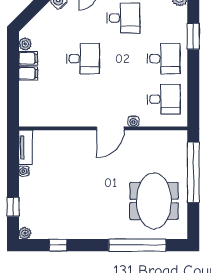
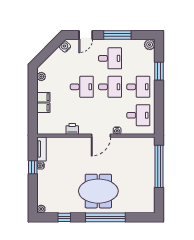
filing cabinet: (28, 58) -> (43, 108), moved
desk: (123, 59) -> (110, 87), added
printer: (69, 119) -> (72, 129), added
meeting table: (154, 201) -> (98, 191), moved, turned 90
window: (13, 207) -> (33, 167), moved
window: (137, 245) -> (105, 217), moved

